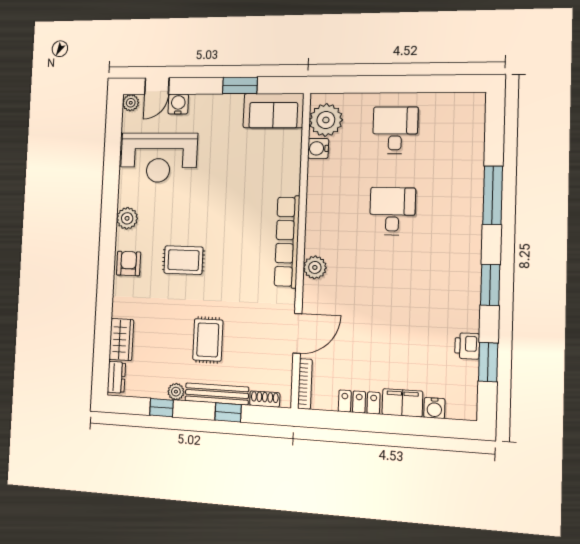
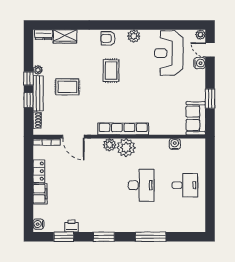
plant: (326, 120) -> (126, 148), moved
desk: (392, 211) -> (141, 185), width x1.37
armchair: (129, 263) -> (108, 38), turned 180
window: (161, 408) -> (28, 79), moved
water cooler: (434, 408) -> (38, 224), moved

